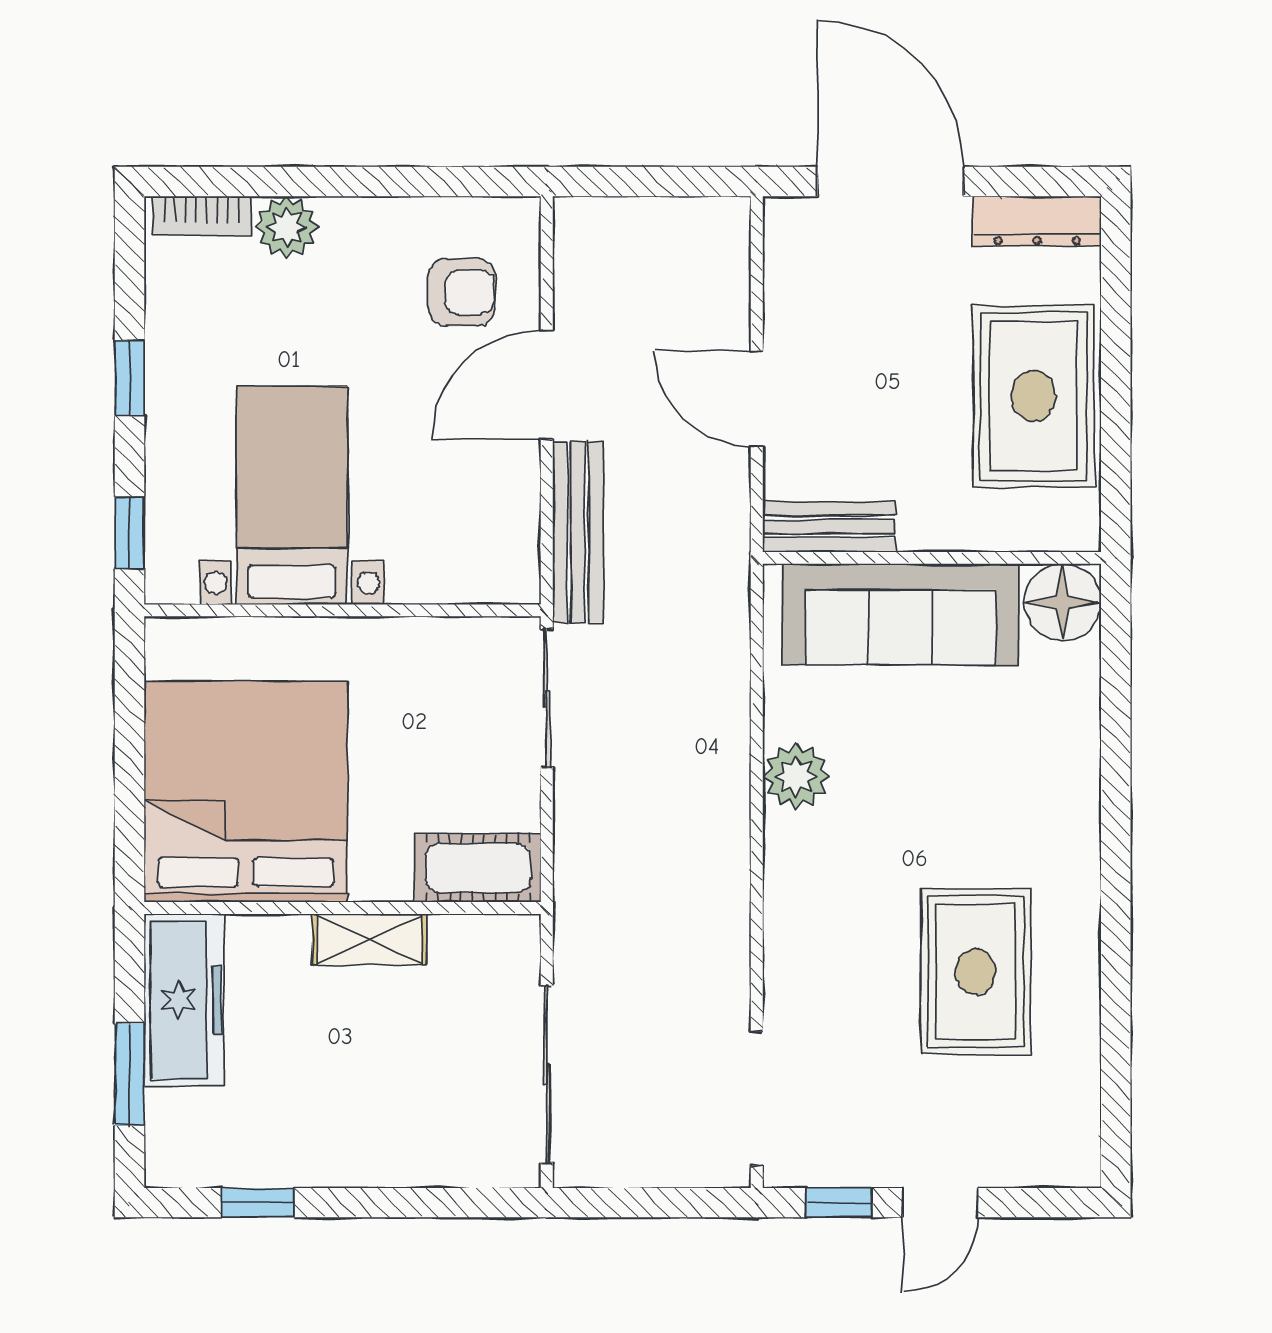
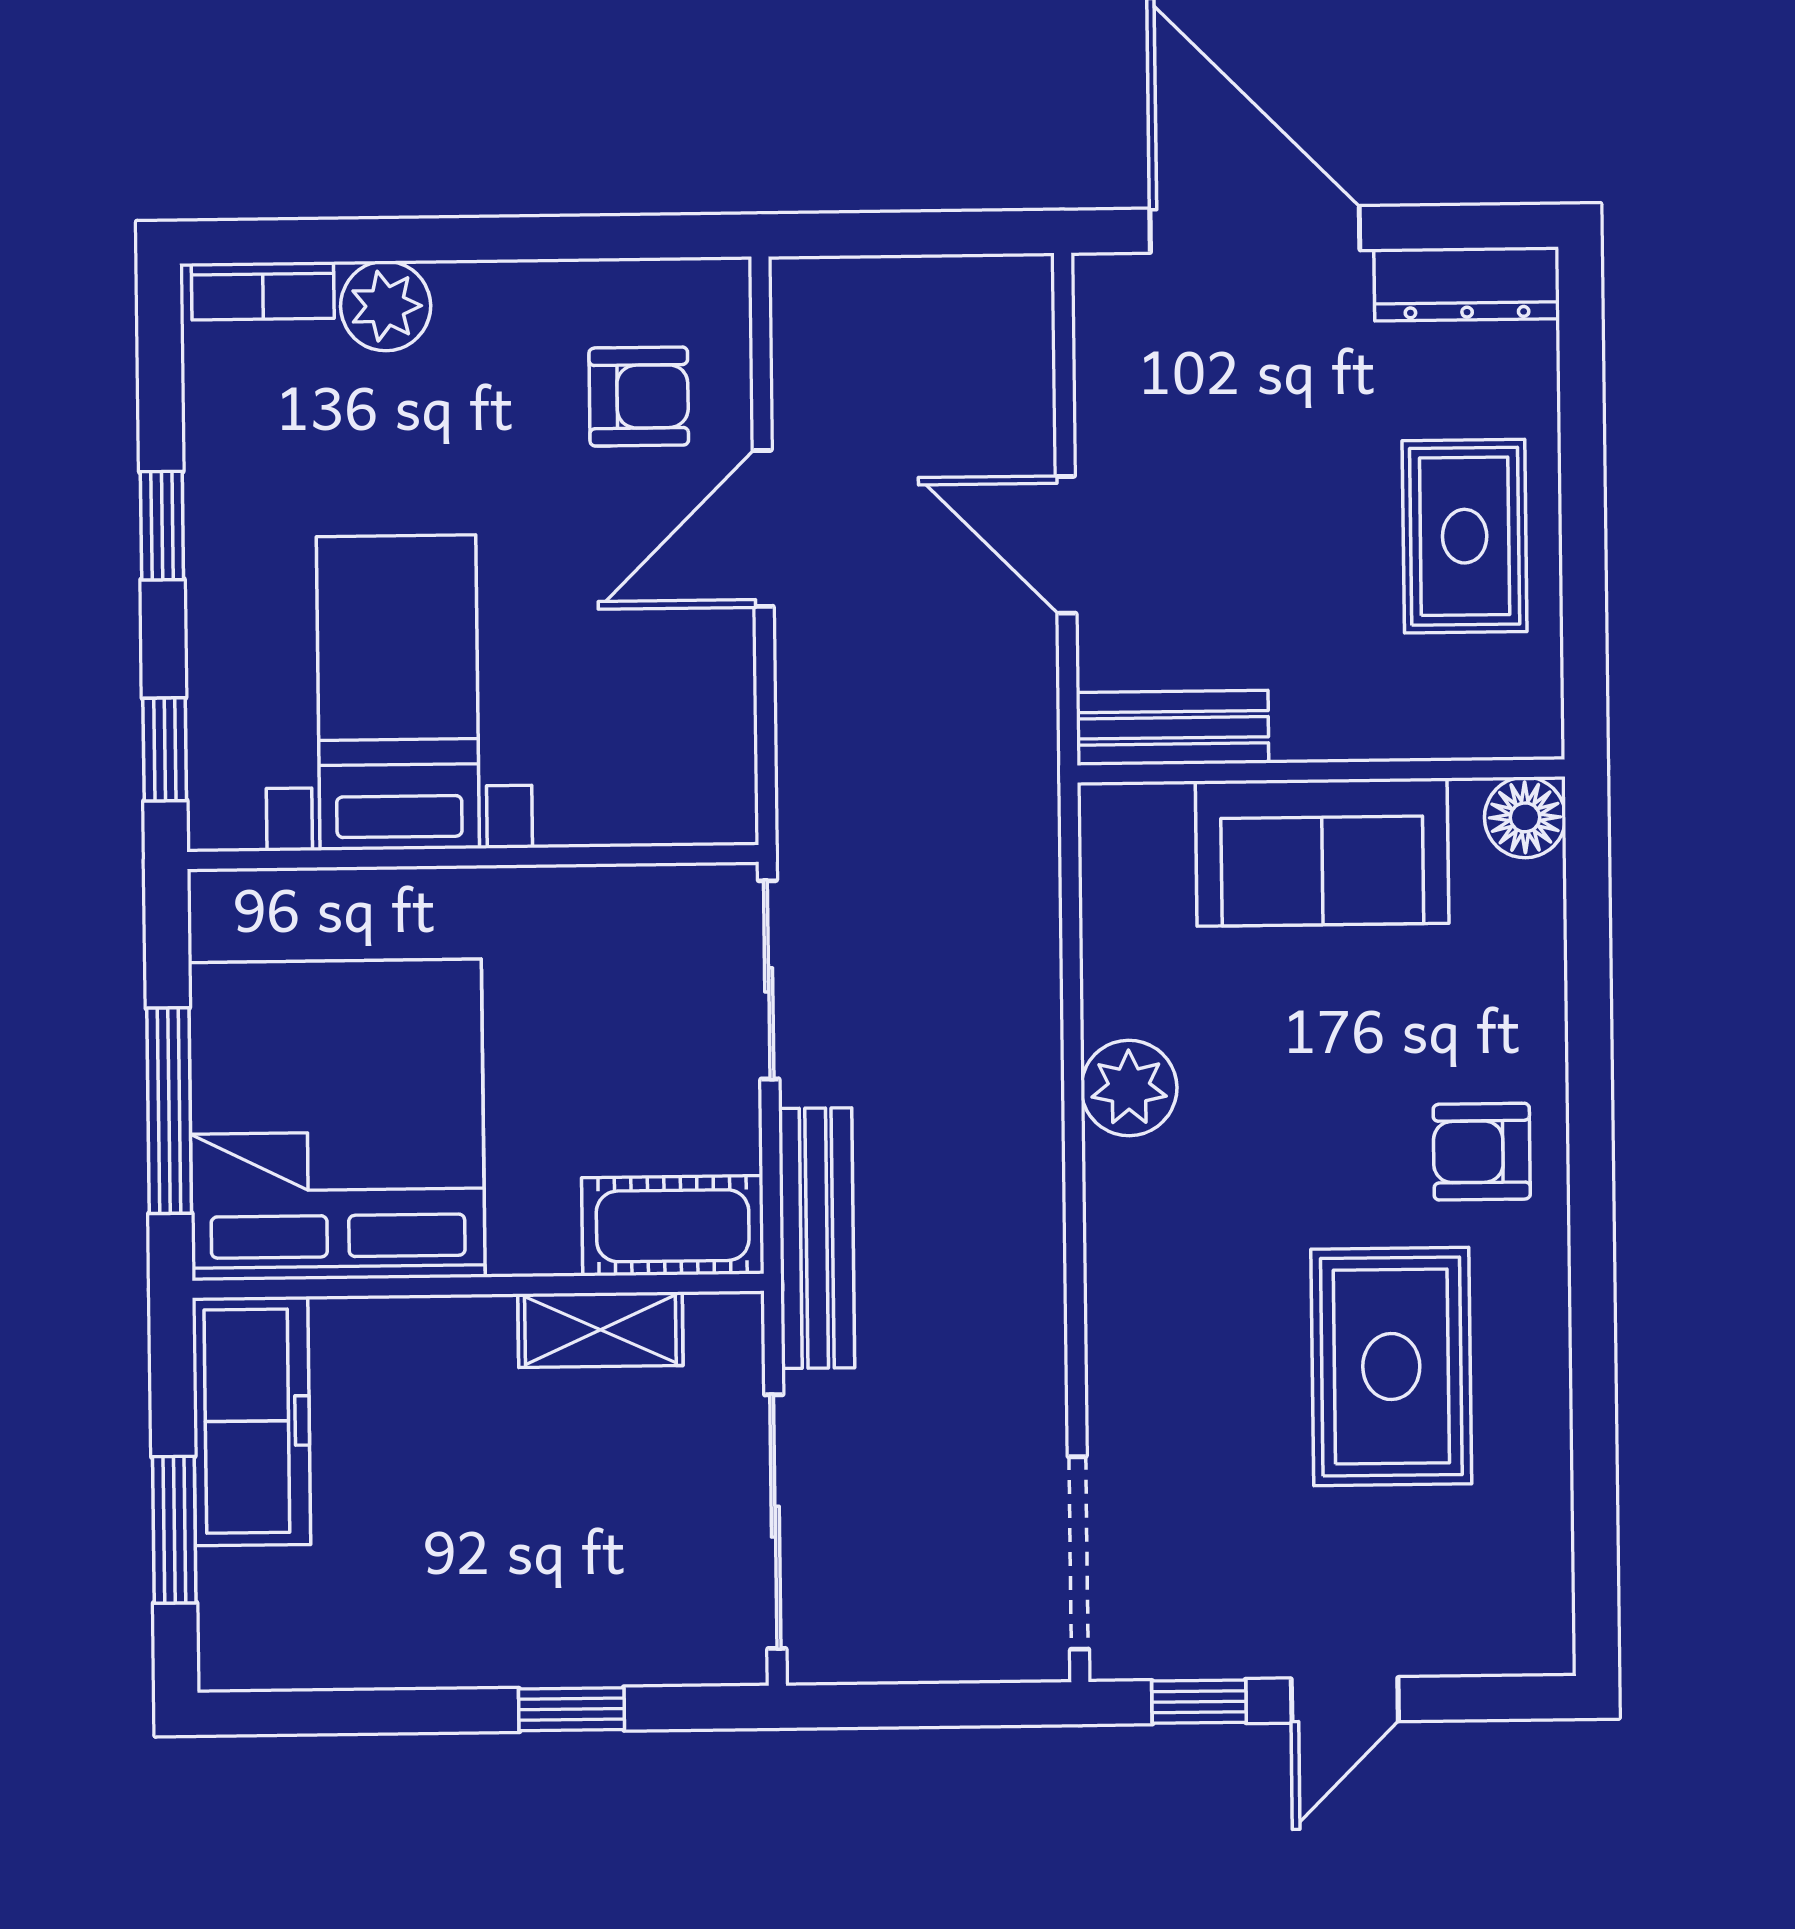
rug: (1033, 396) -> (1465, 536), width x0.73, depth x0.70
bench: (578, 532) -> (817, 1238), moved
floor lamp: (1062, 602) -> (1525, 817), width x0.73, depth x0.73
sofa: (900, 614) -> (1322, 852), width x0.73
window: (130, 784) -> (169, 1111), added
armchair: (1040, 823) -> (1482, 1152), added
shelving: (369, 939) -> (600, 1330), moved
window: (258, 1203) -> (572, 1709), moved

